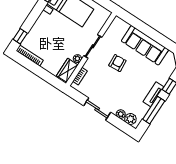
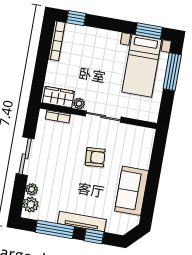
sofa: (145, 45) -> (132, 191), width x0.73
tv unit: (153, 94) -> (82, 222), width x1.41

